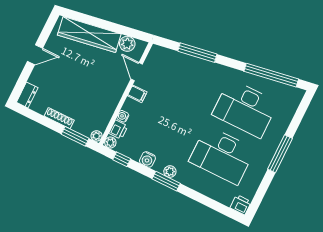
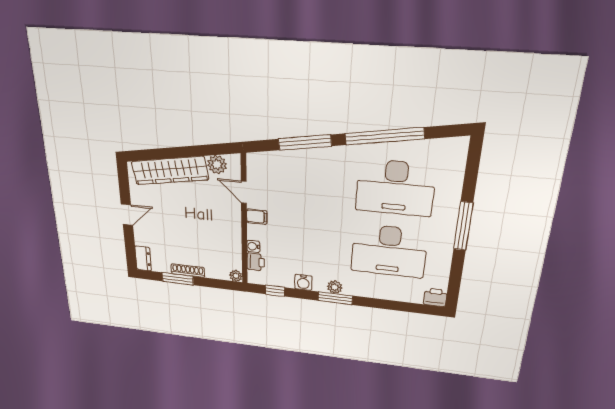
window: (271, 75) -> (384, 136), moved
window: (75, 136) -> (178, 279), moved
plant: (110, 143) -> (254, 278), removed

